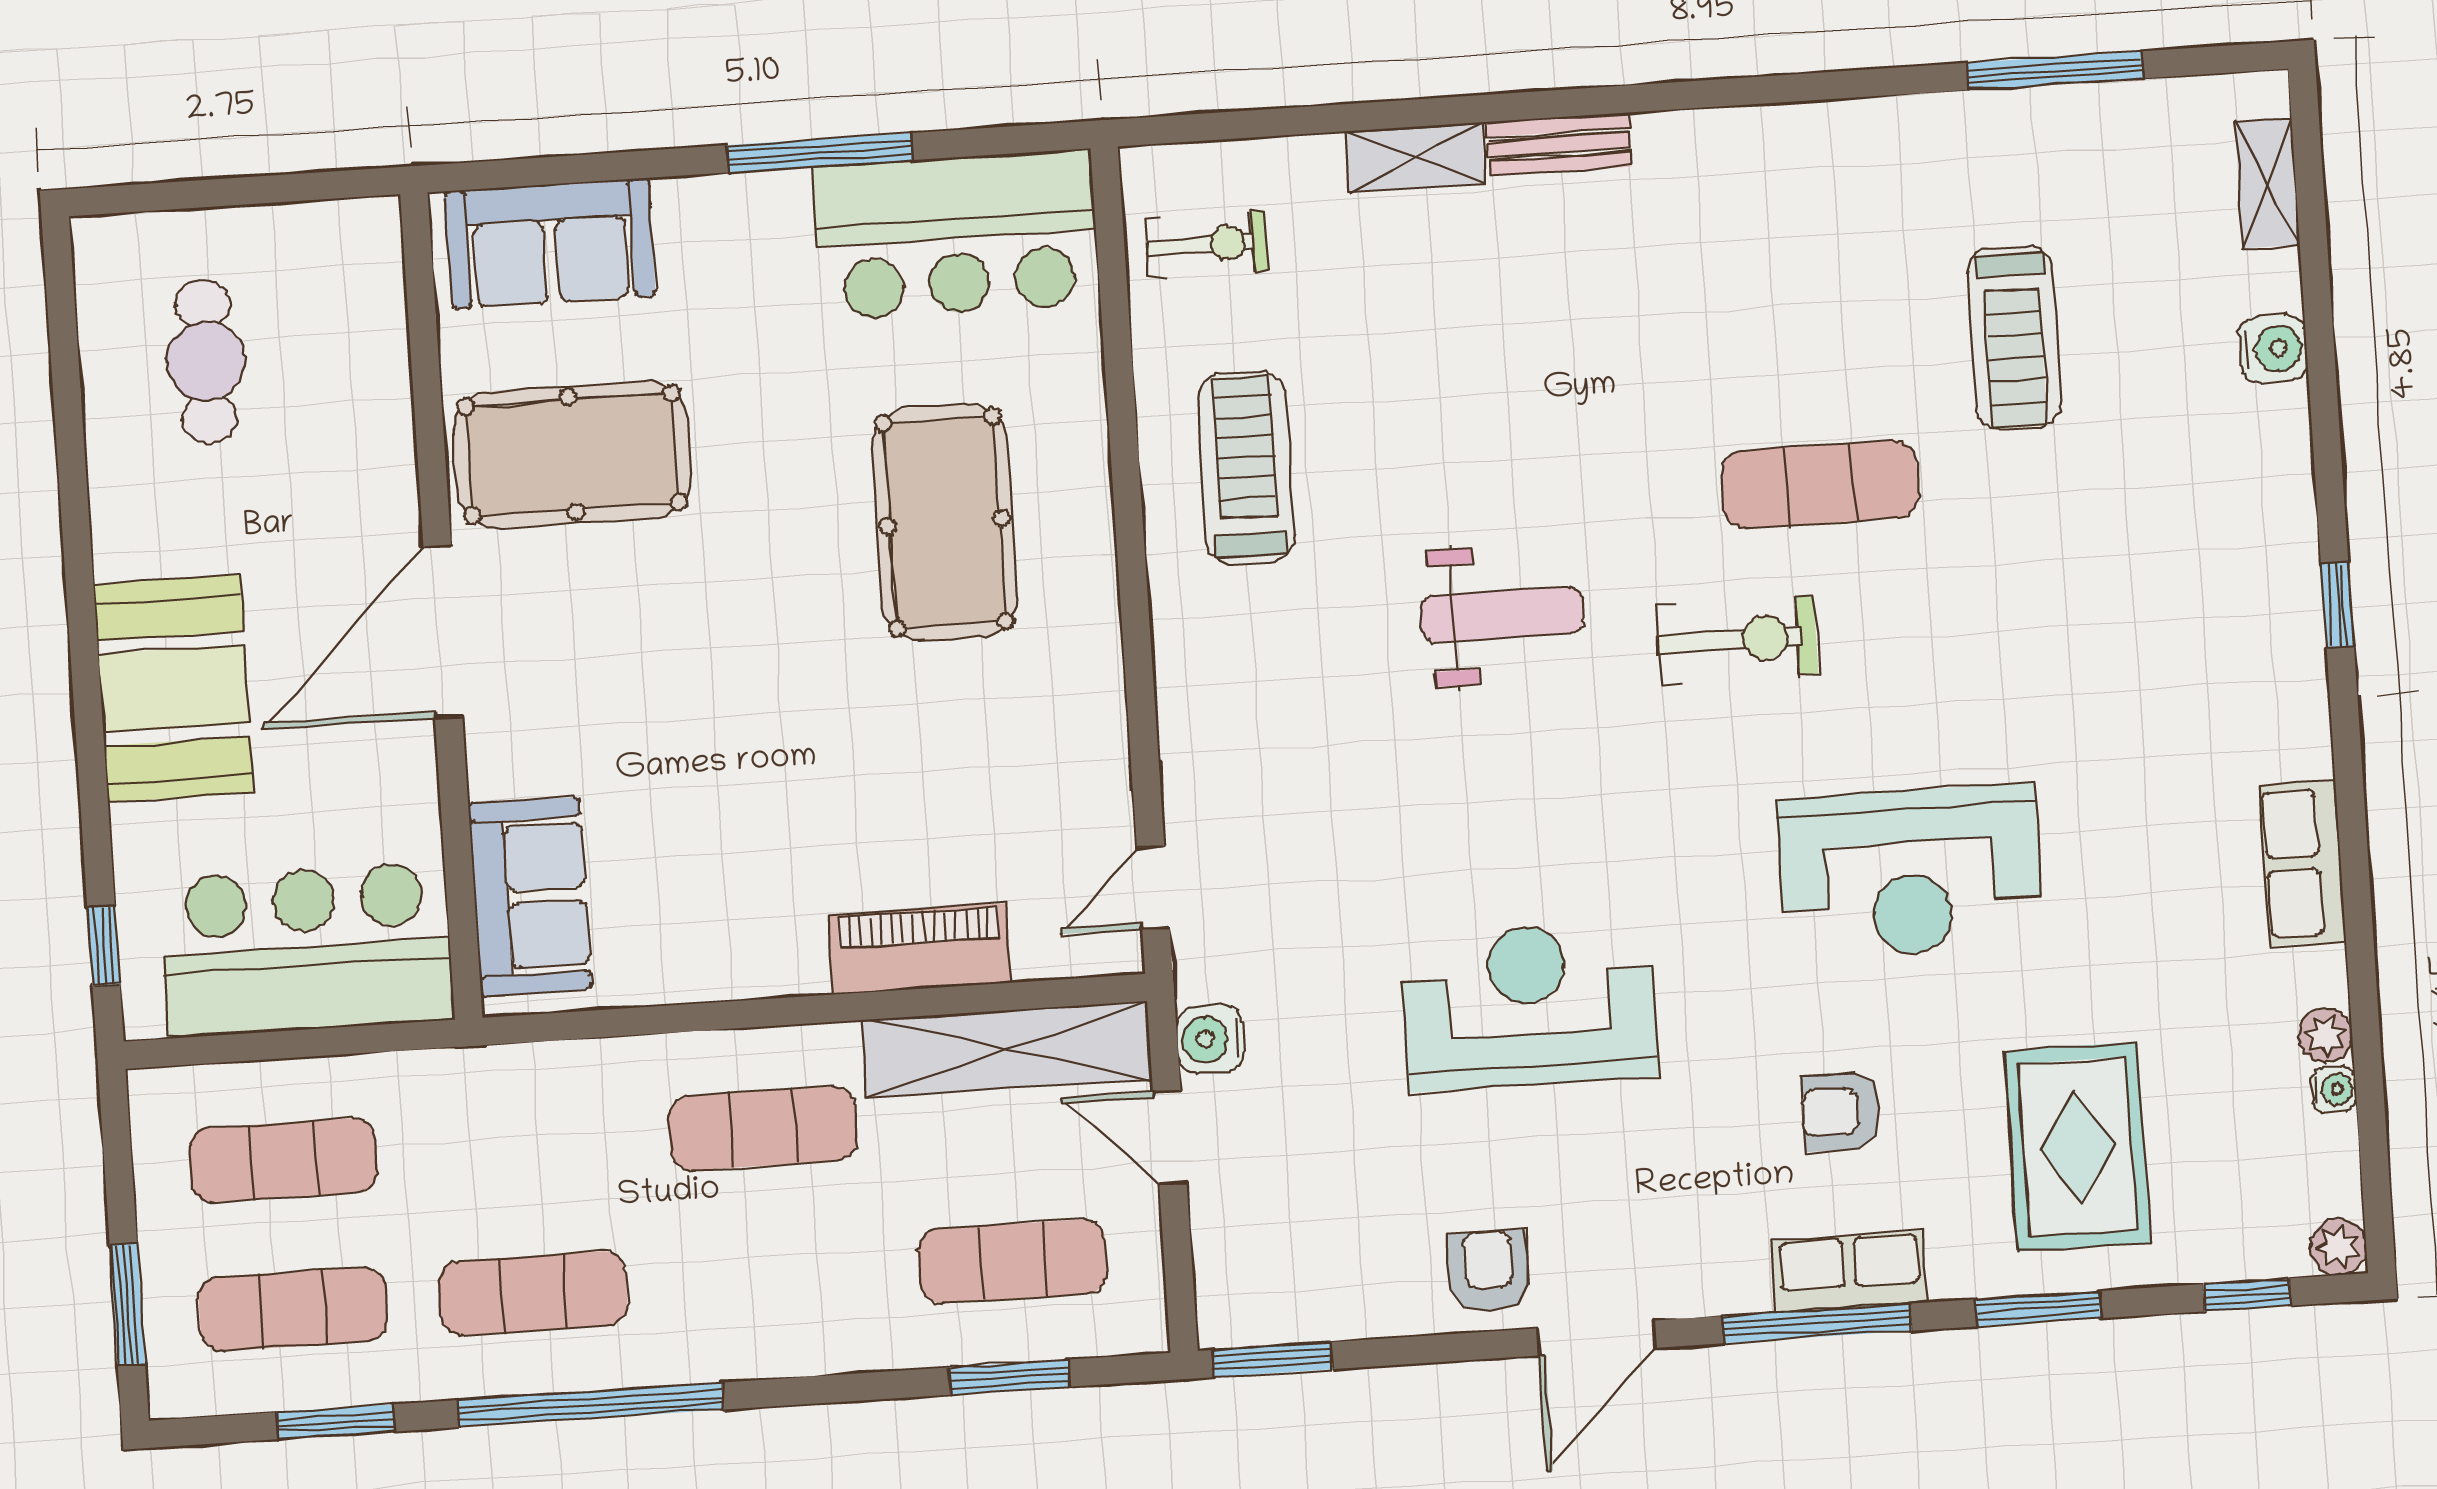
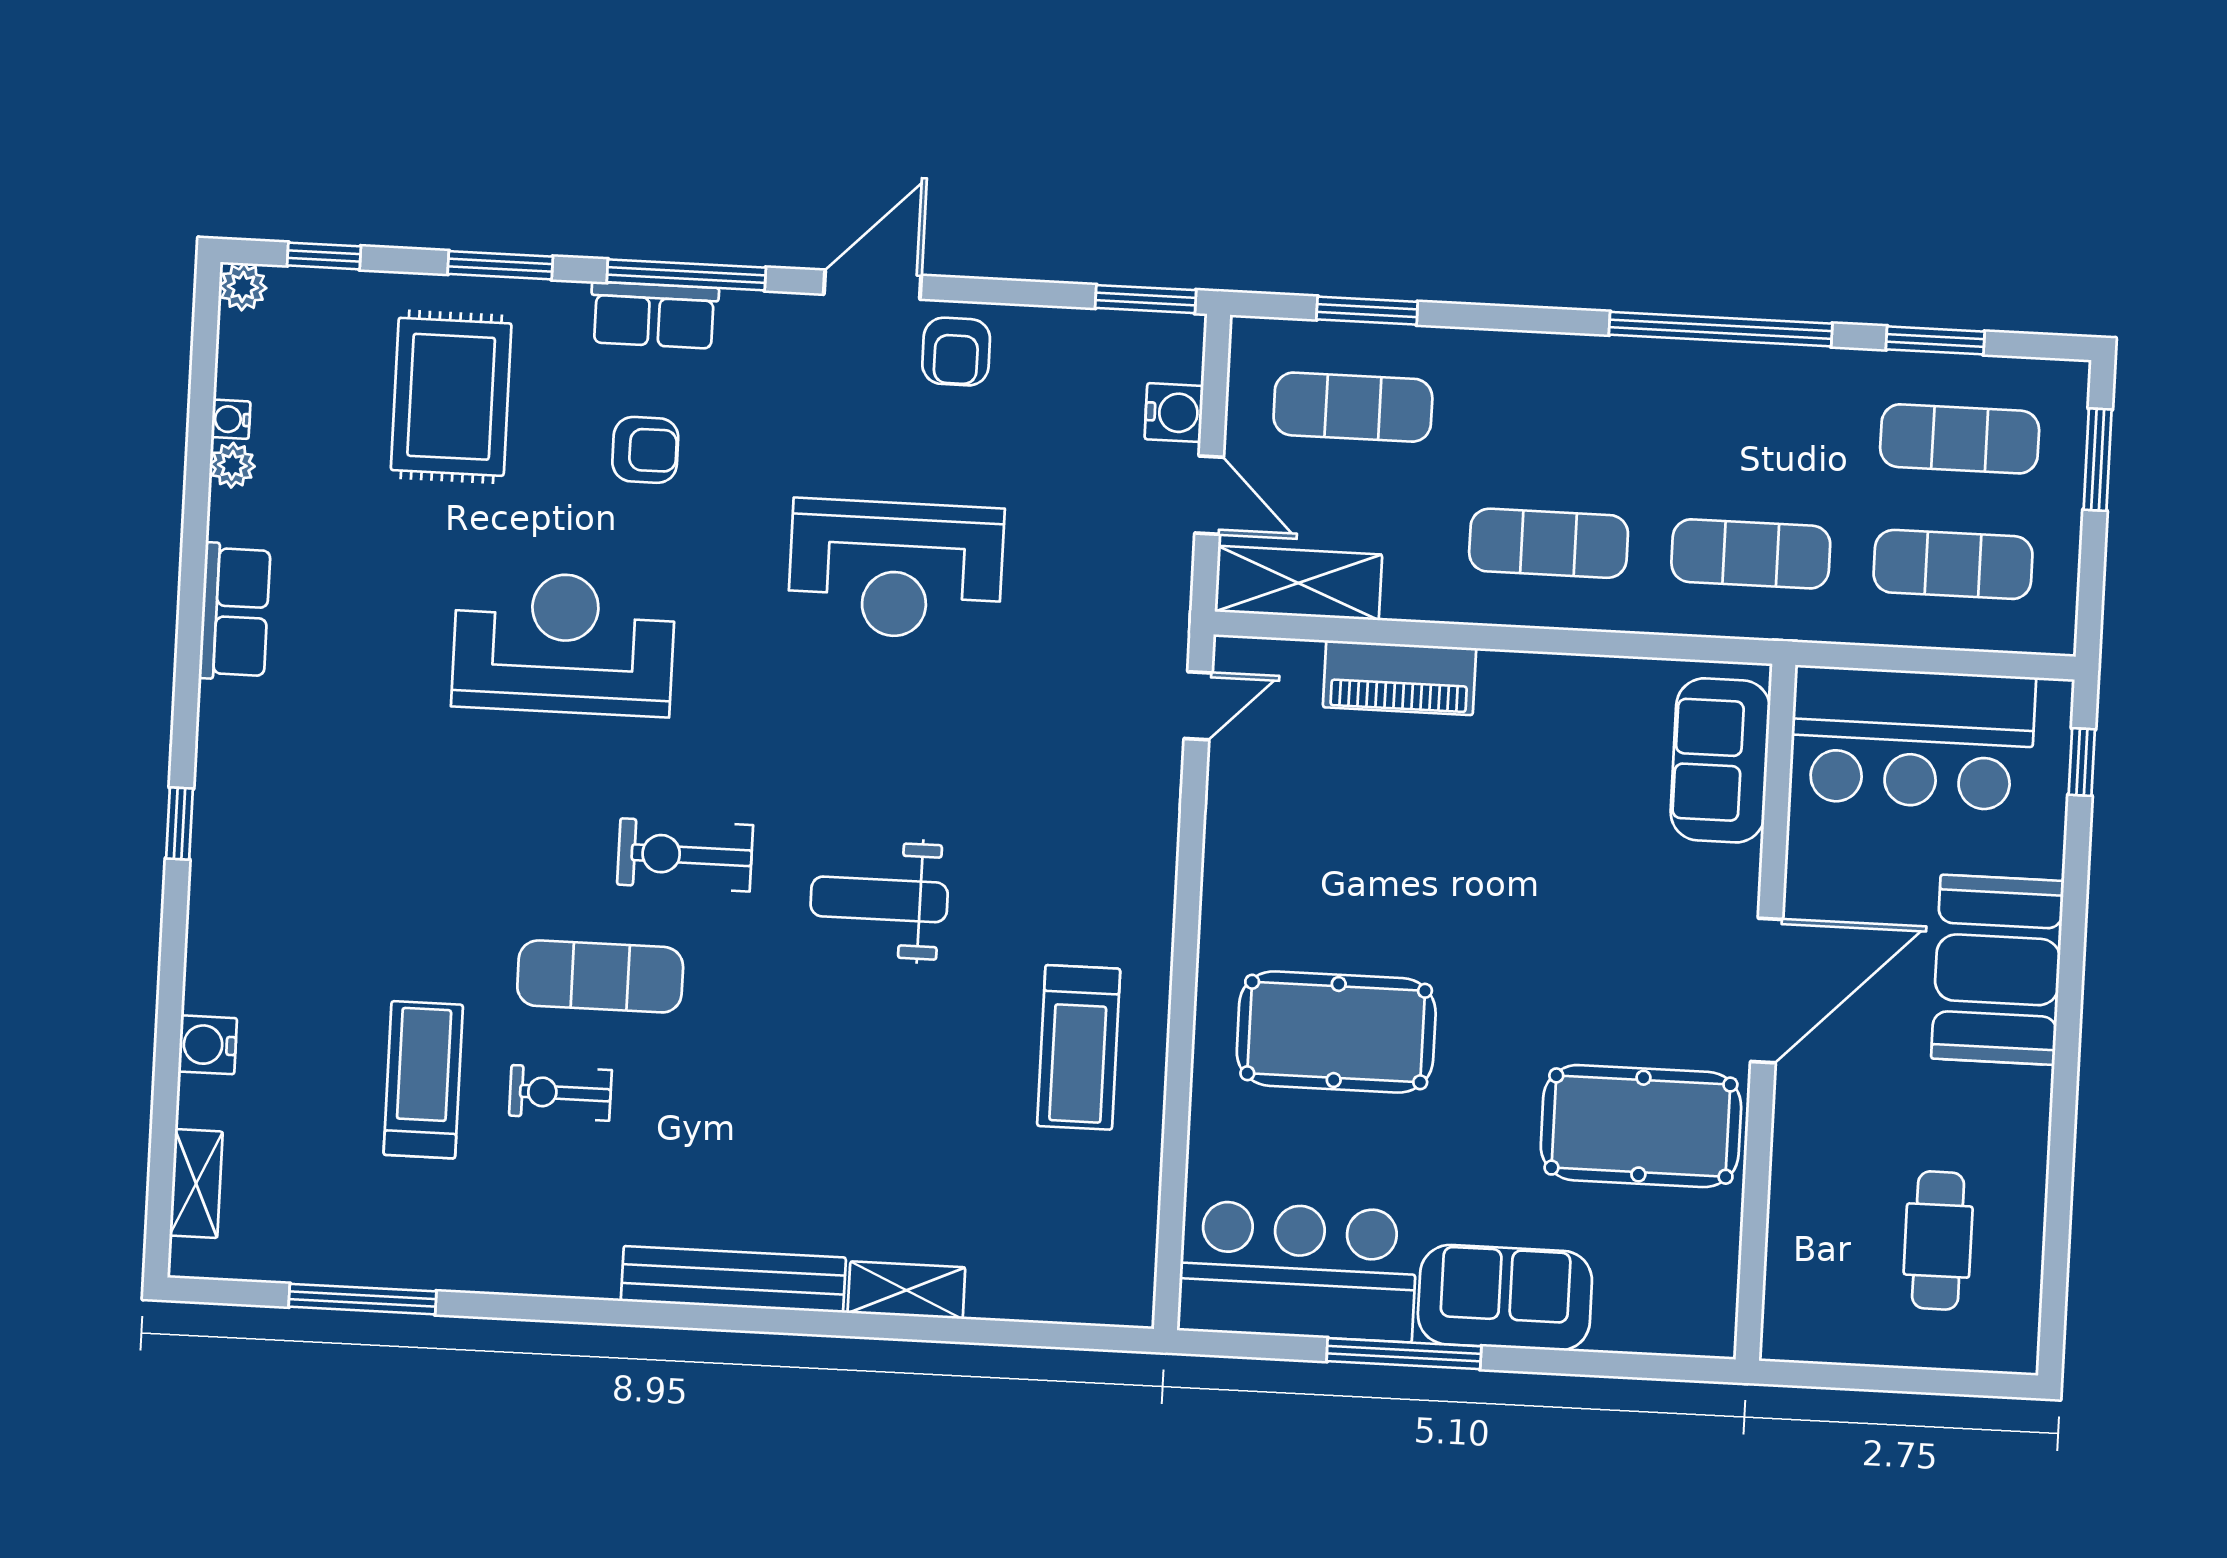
bench: (1559, 144) -> (733, 1279), width x1.86, depth x1.21
sofa: (550, 243) -> (1505, 1298), moved
exercise bike: (1207, 244) -> (560, 1093), moved
pool table: (945, 522) -> (1336, 1032), turned 90
water cooler: (1210, 1039) -> (1174, 413), moved
shelving: (1007, 1049) -> (1298, 583), width x0.68
exercise mat: (533, 1293) -> (1751, 554), moved

